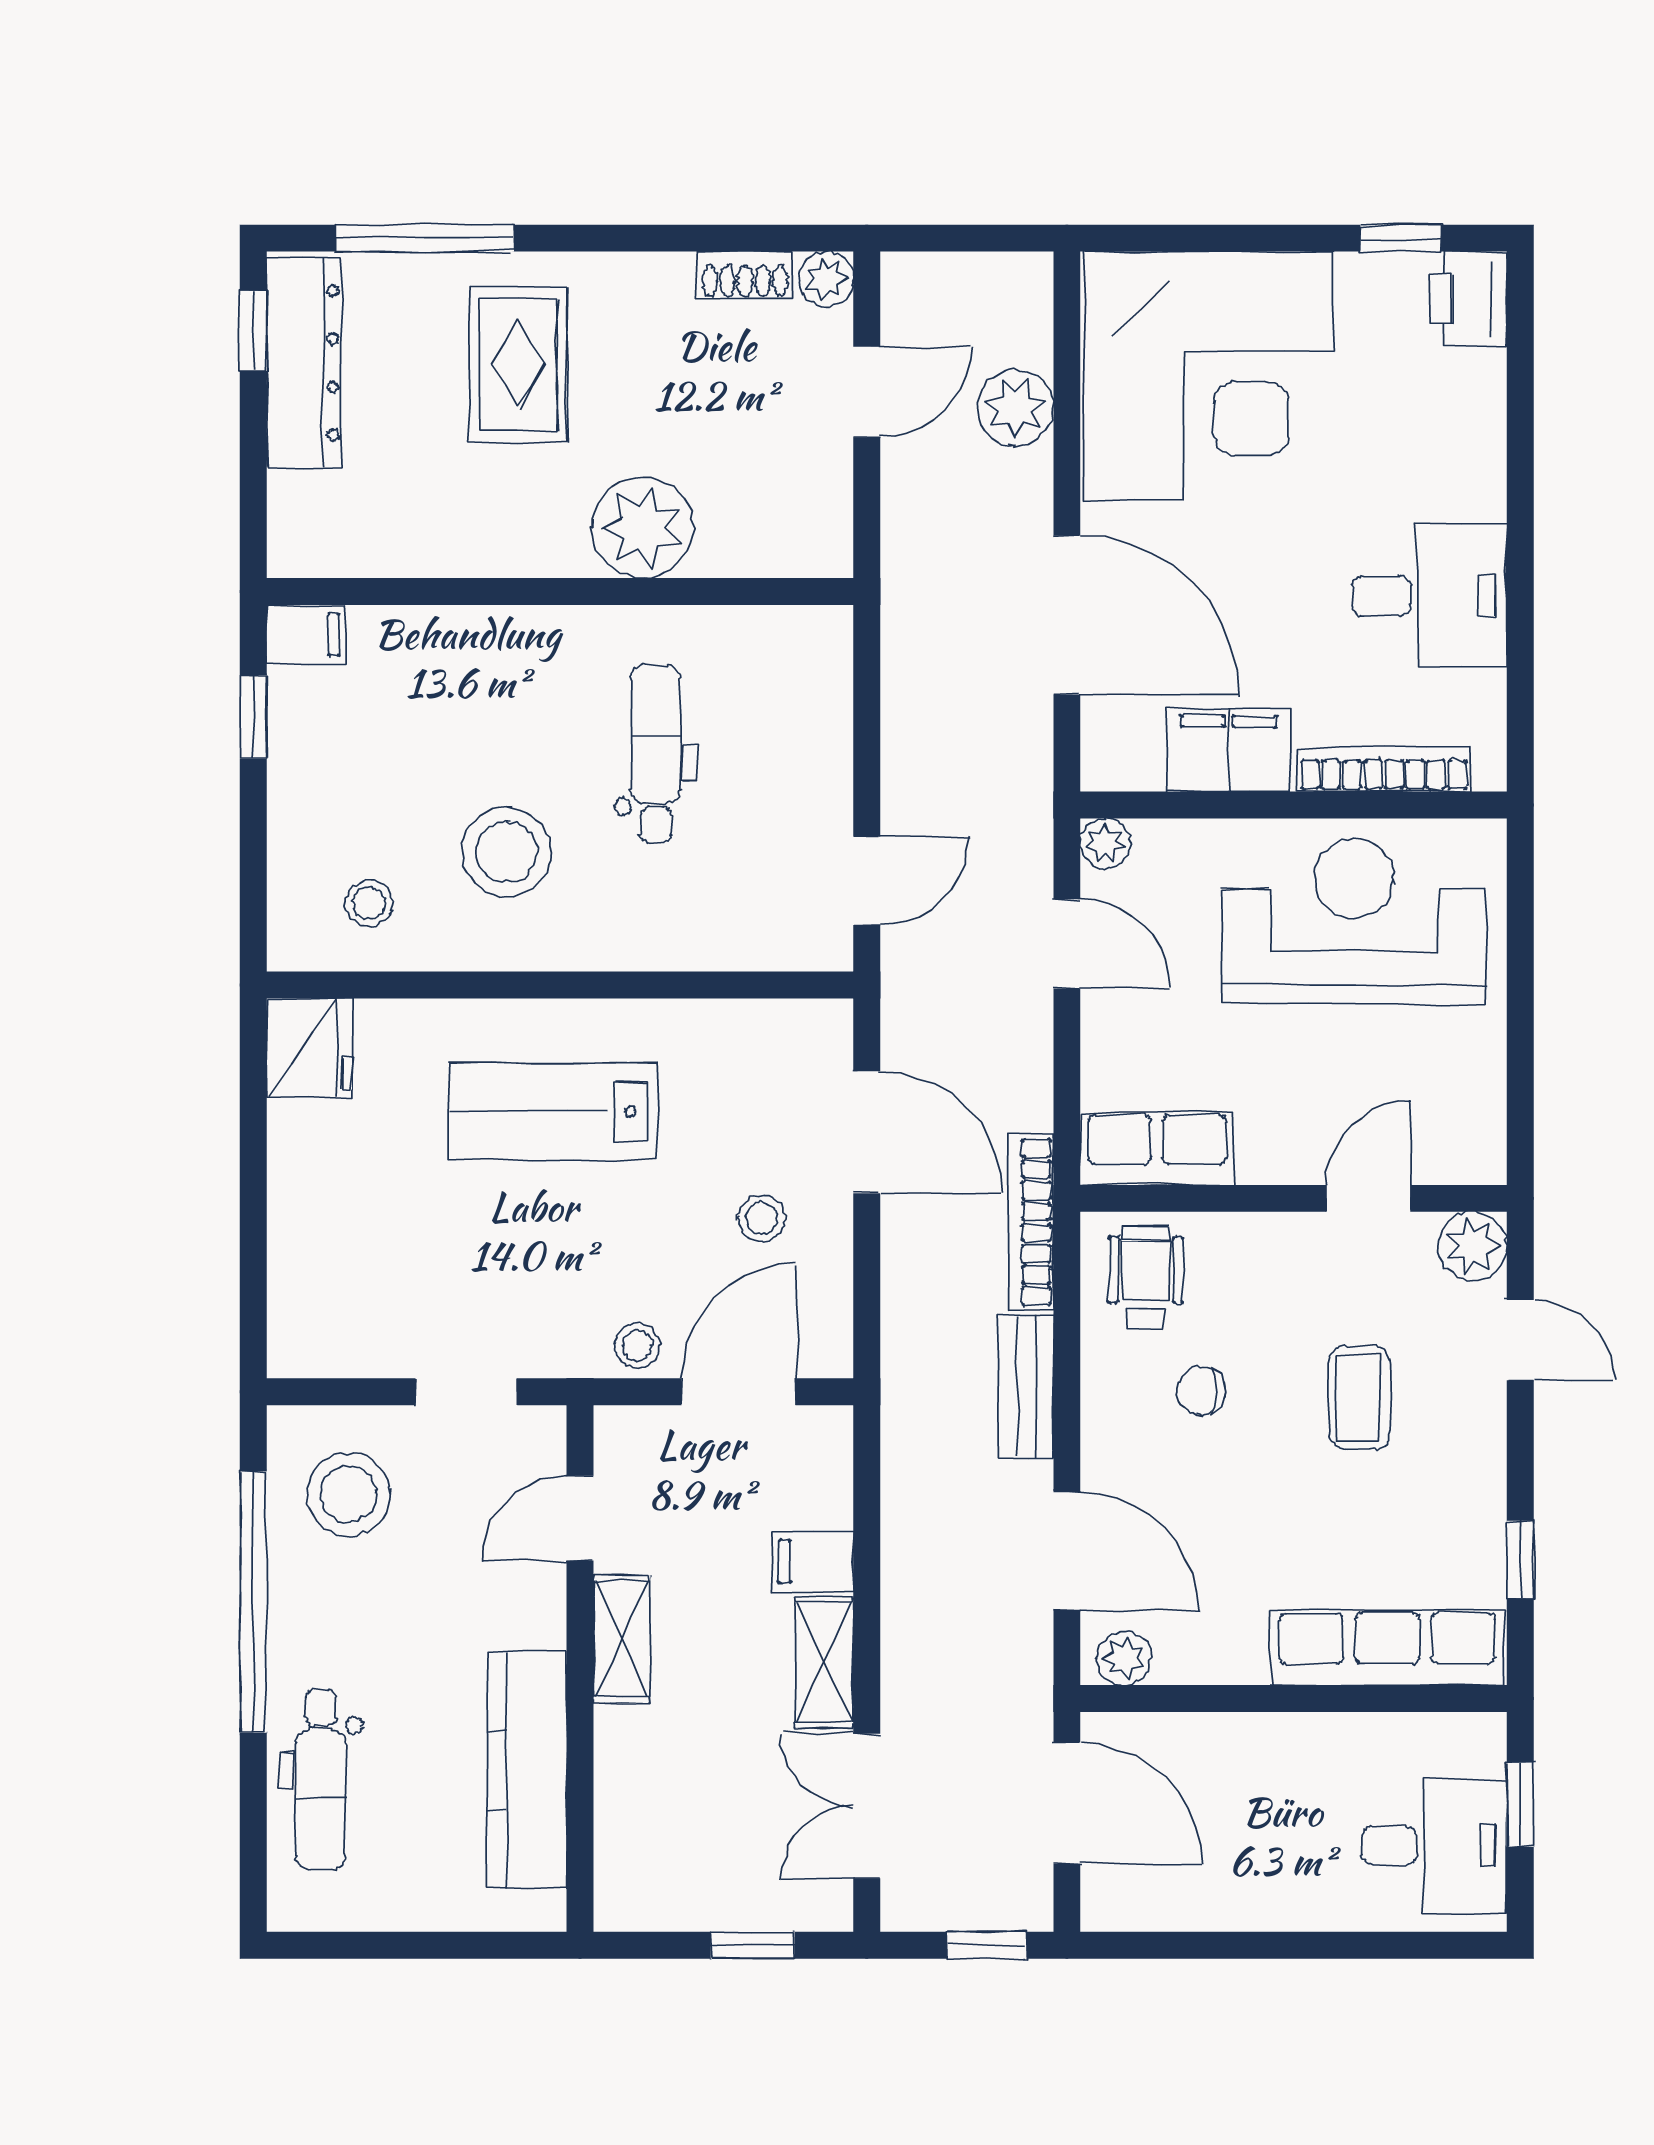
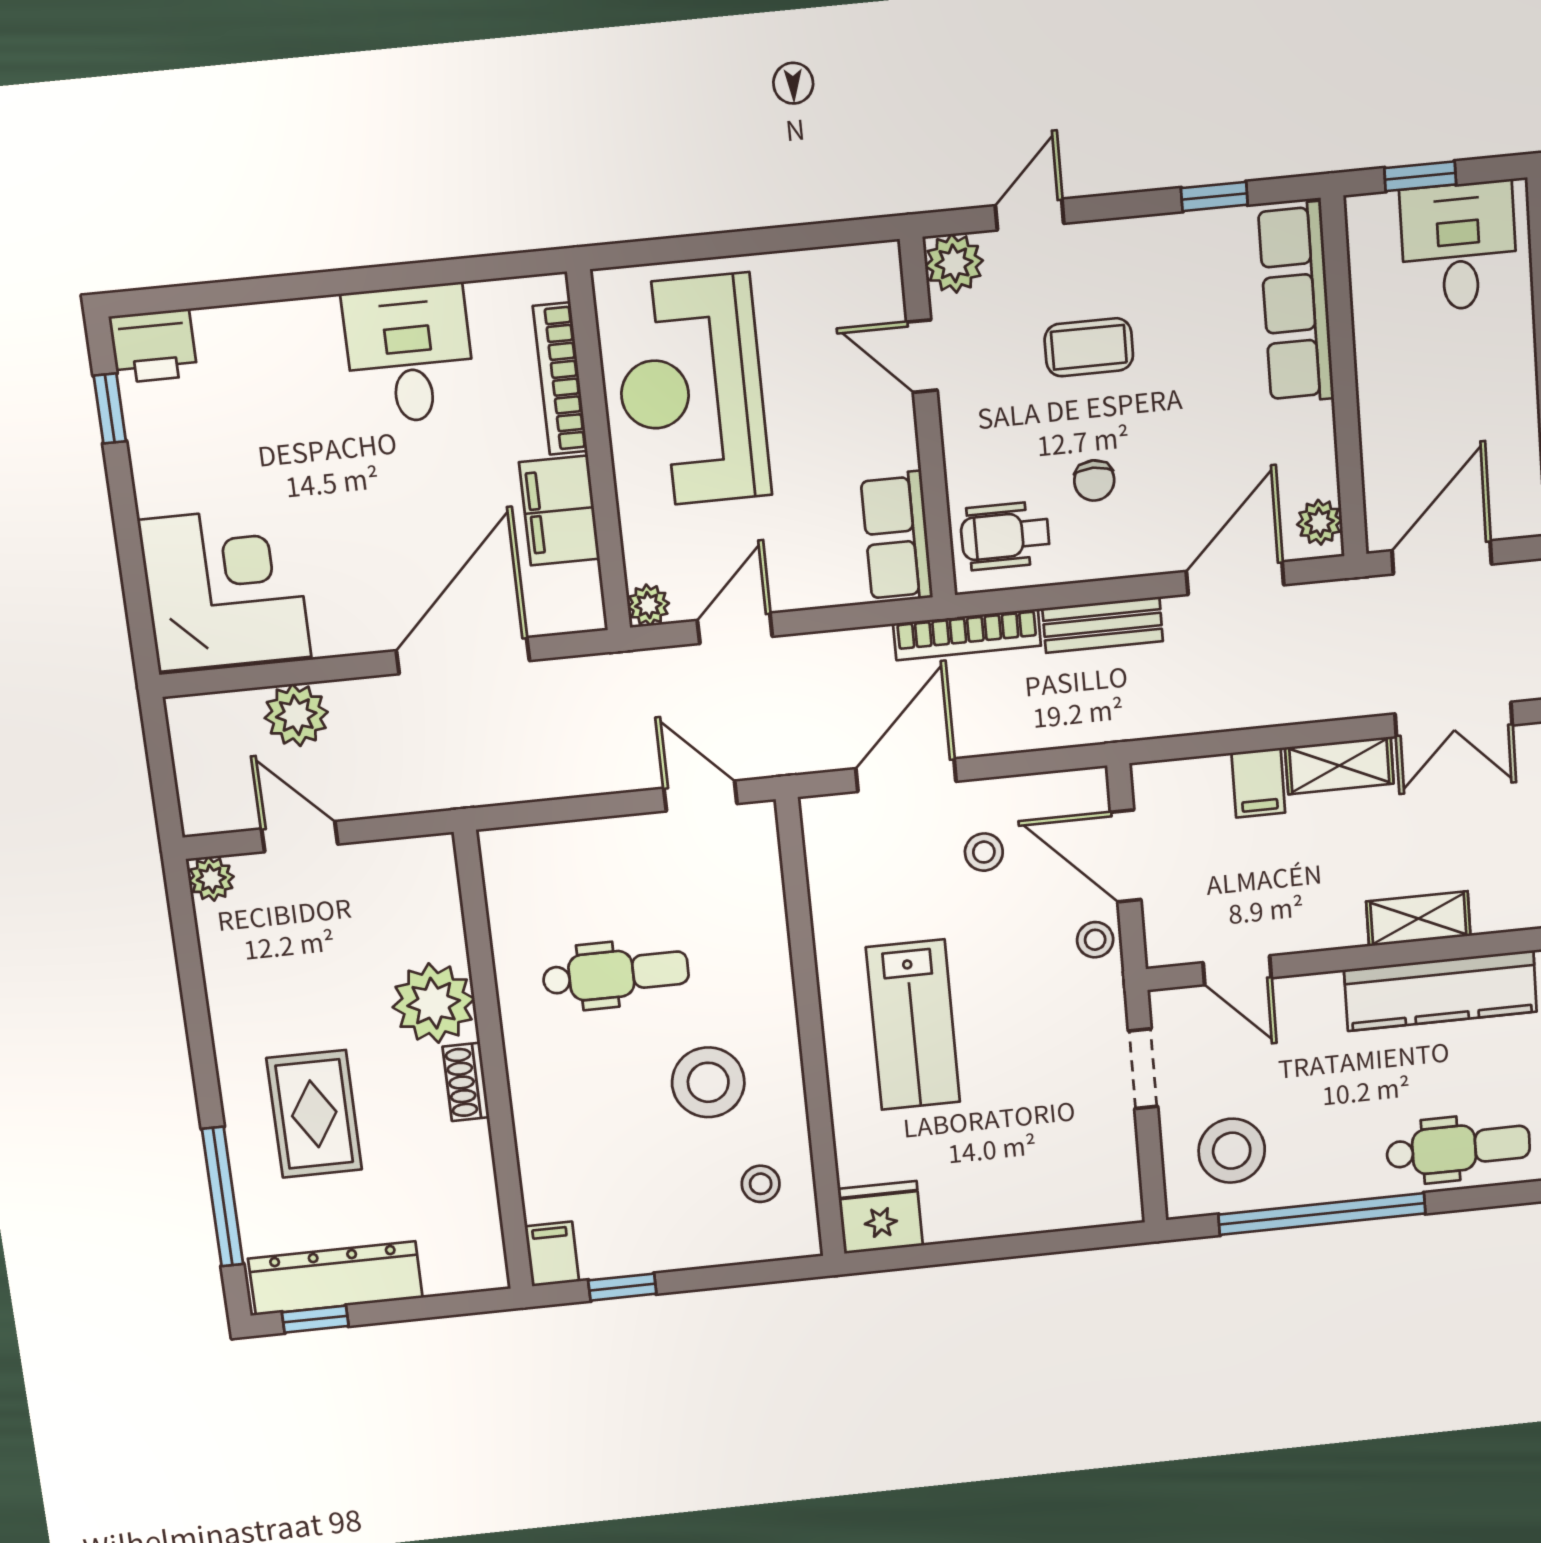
shoe rack: (745, 275) -> (466, 1082), moved, turned 180
rug: (518, 364) -> (314, 1114), turned 90
corner desk: (1209, 376) -> (225, 589), width x0.74, depth x0.74
dental chair: (656, 754) -> (616, 974), turned 180
shelving: (622, 1639) -> (1418, 919), moved

